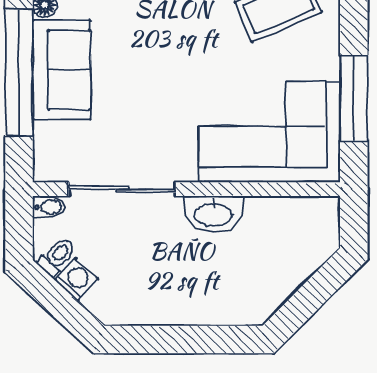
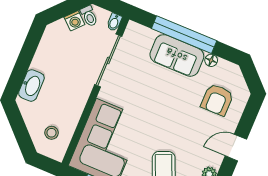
washbasin: (213, 214) -> (31, 85), moved, turned 180
stool: (294, 236) -> (52, 133), added

